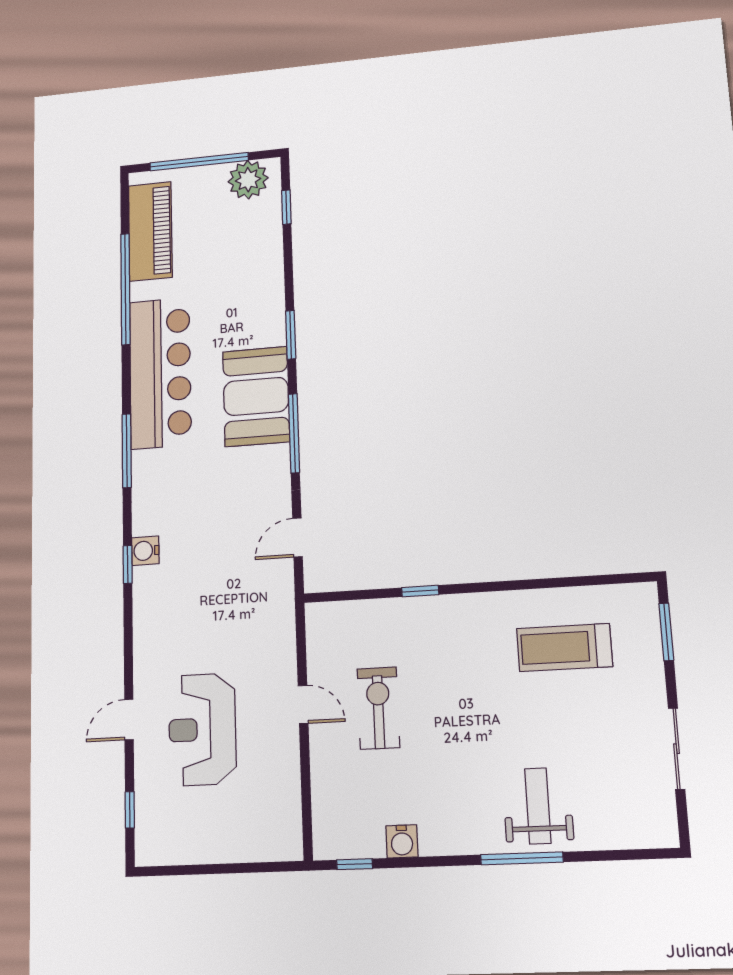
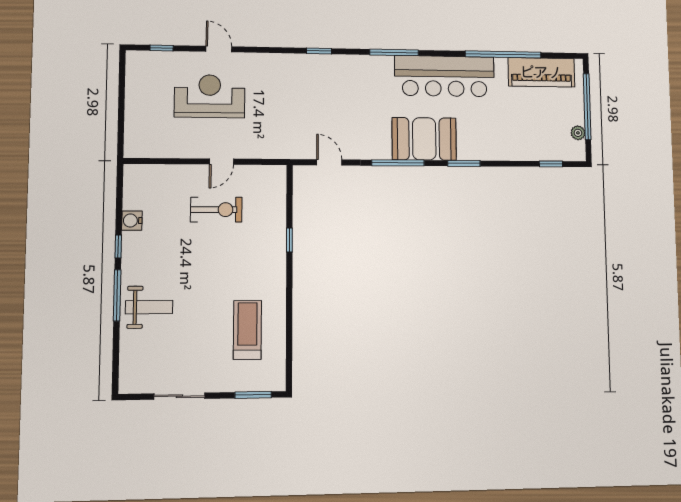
plant: (248, 180) -> (578, 133), width x0.53, depth x0.53
water cooler: (145, 551) -> (327, 63), removed
window: (355, 864) -> (118, 247), moved

